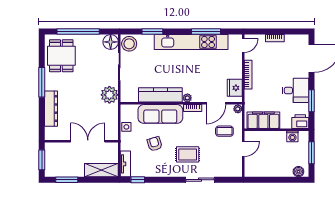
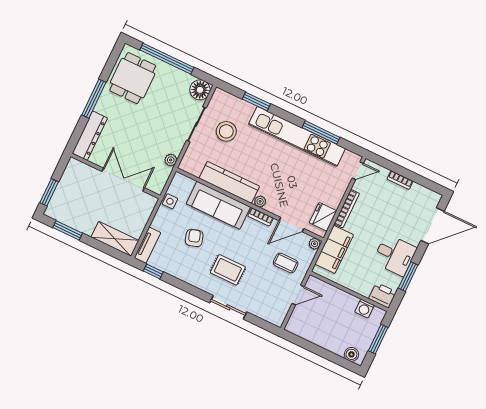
stool: (129, 44) -> (226, 131), moved
plant: (109, 95) -> (171, 160), width x0.53, depth x0.53
filing cabinet: (263, 120) -> (334, 249), moved, turned 90
wall: (81, 141) -> (115, 176), moved
double door: (88, 141) -> (123, 180), moved

